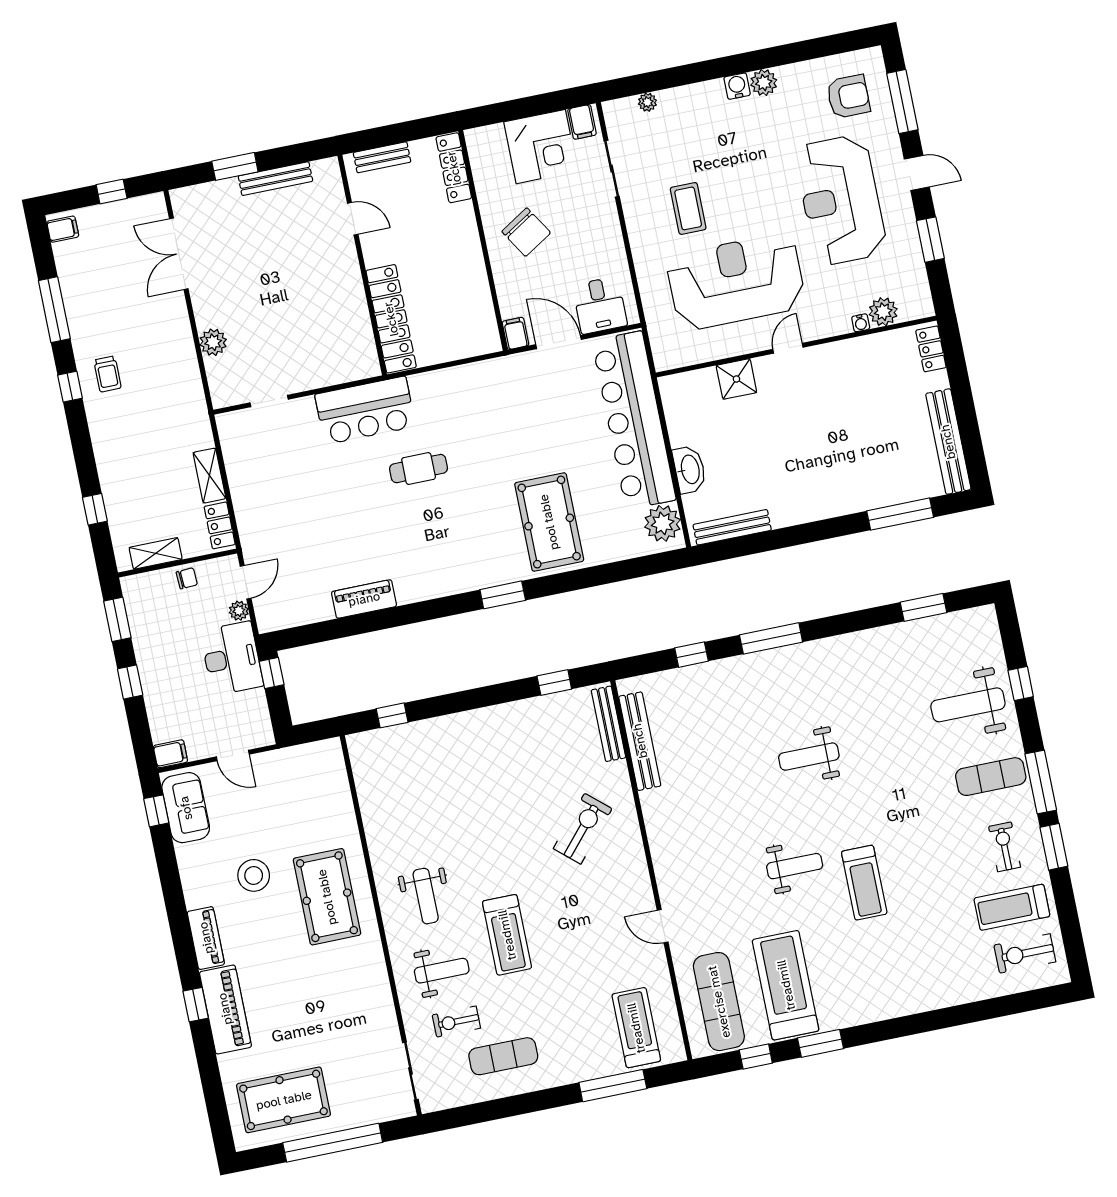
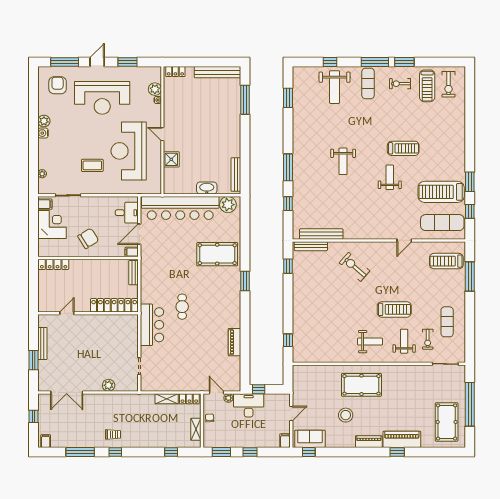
bench: (382, 157) -> (133, 273), moved

